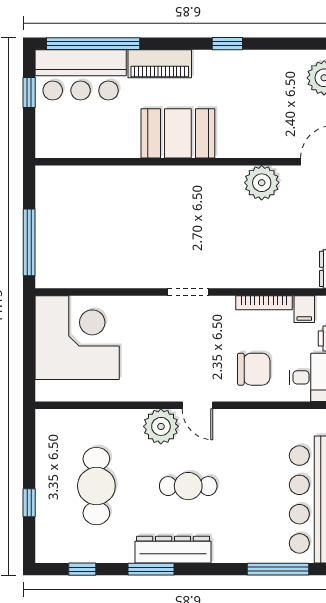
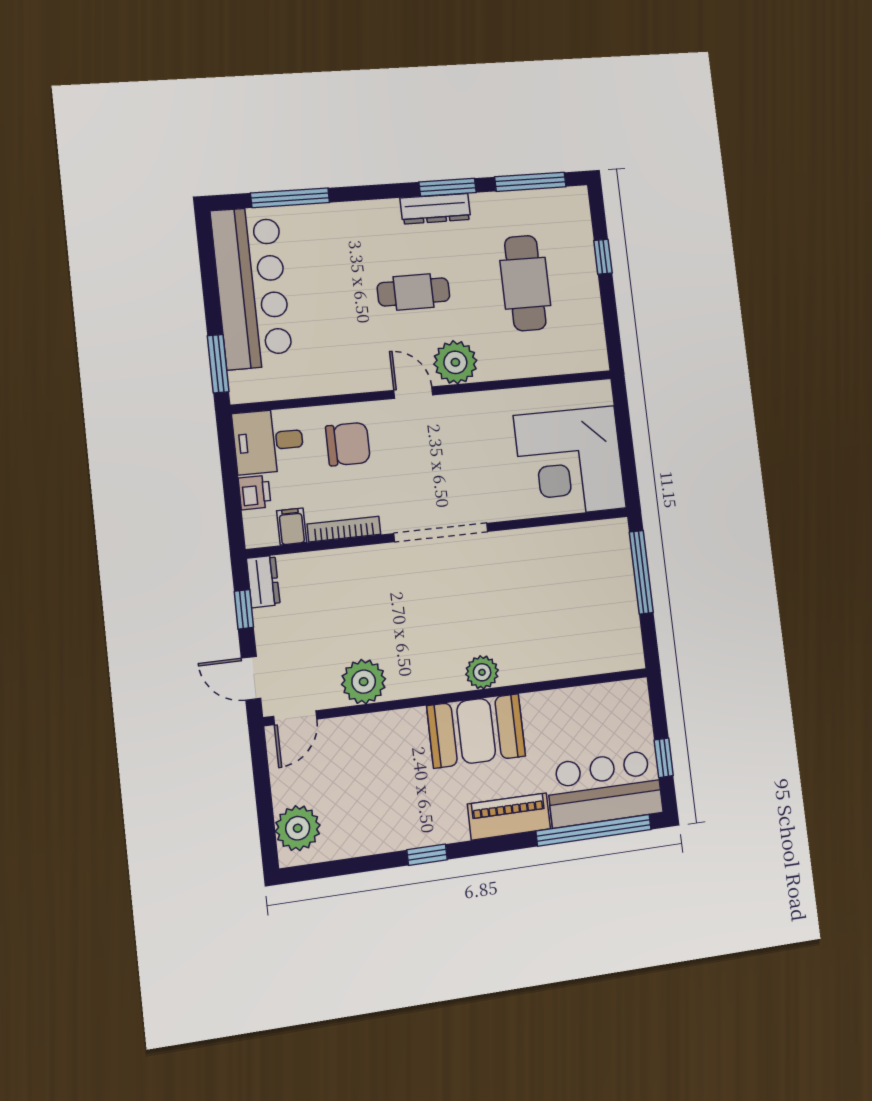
plant: (168, 178) -> (482, 672), added
doorway: (188, 292) -> (441, 533), width x1.88
chair: (254, 369) -> (348, 444), turned 180
dresser: (173, 550) -> (435, 209), width x0.73, depth x0.80
window: (82, 569) -> (530, 182), width x2.17

